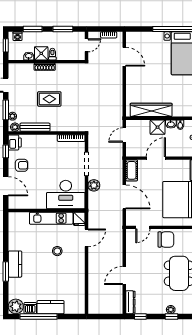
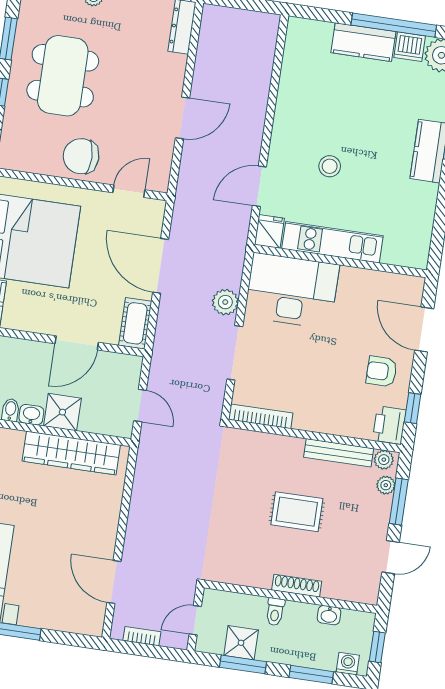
shower: (41, 53) -> (241, 643), moved
door: (124, 135) -> (140, 405), hinge flipped
door: (124, 275) -> (183, 118), moved

